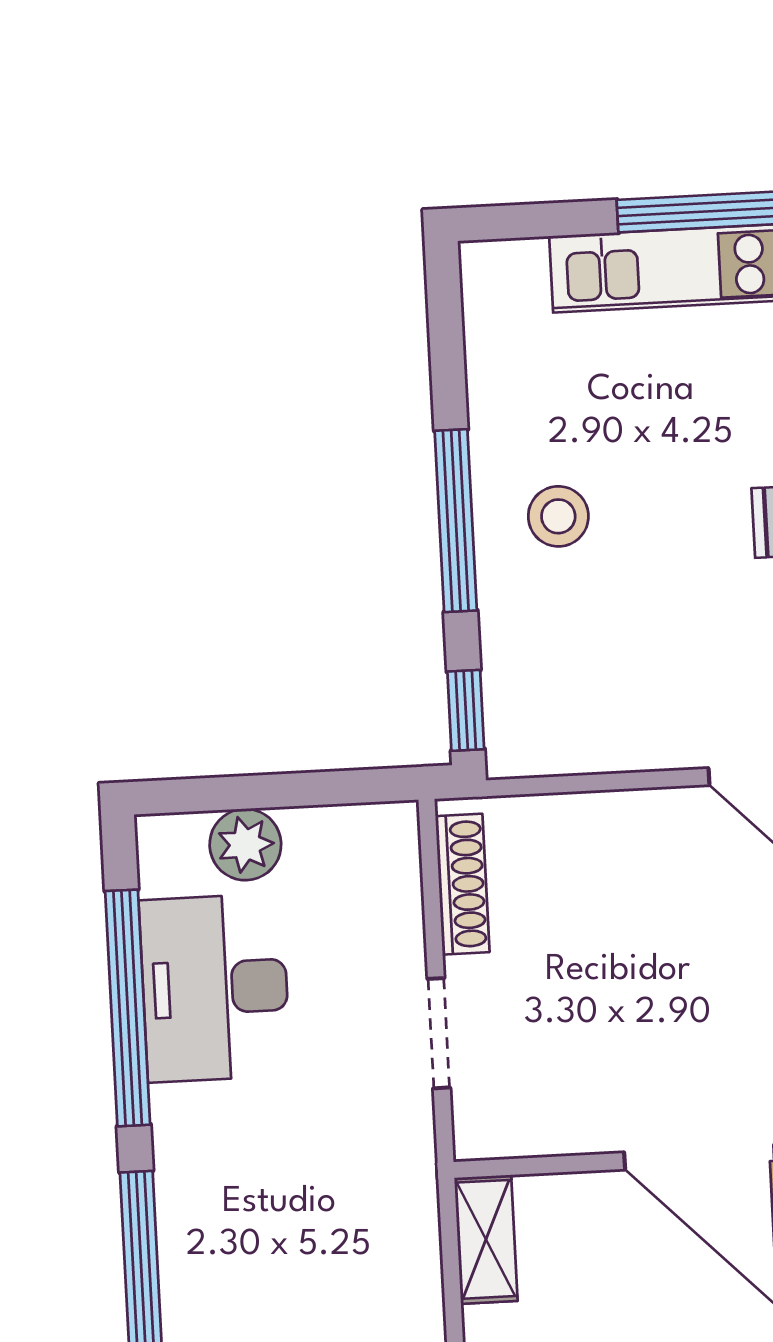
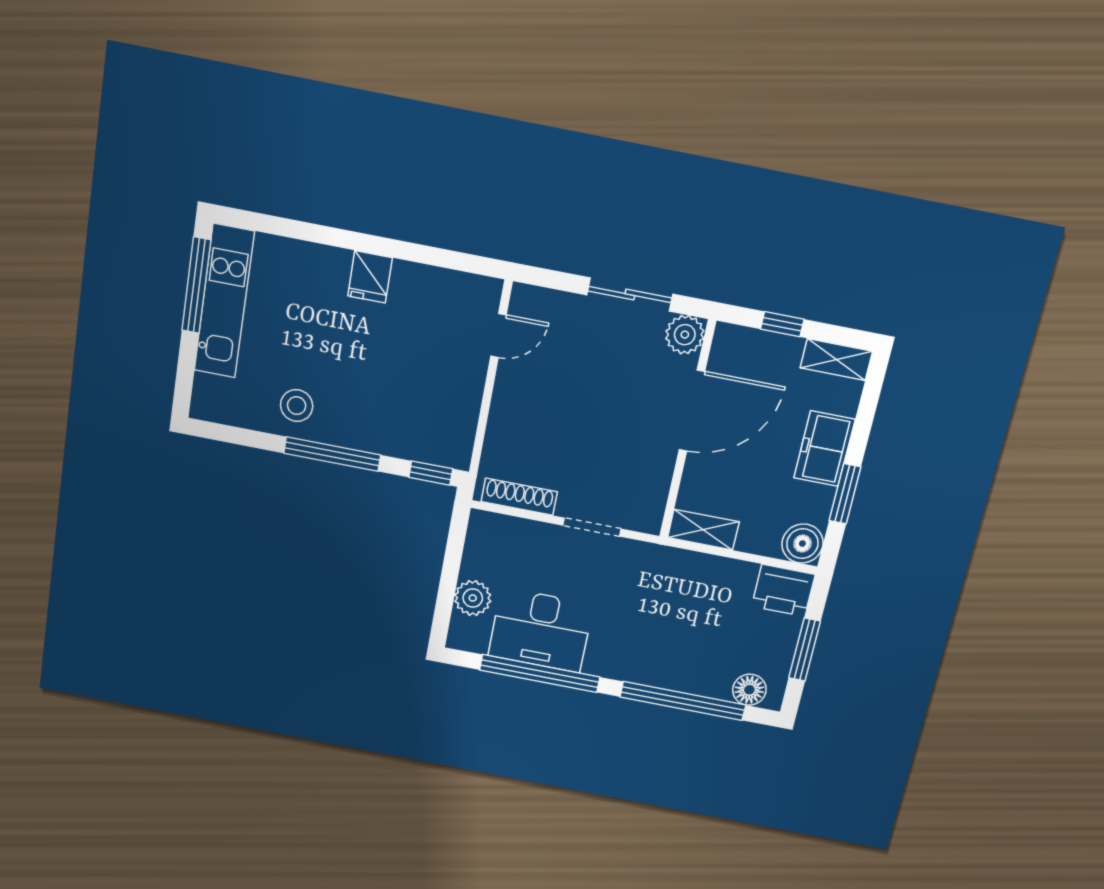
stool: (558, 516) -> (297, 406), moved

